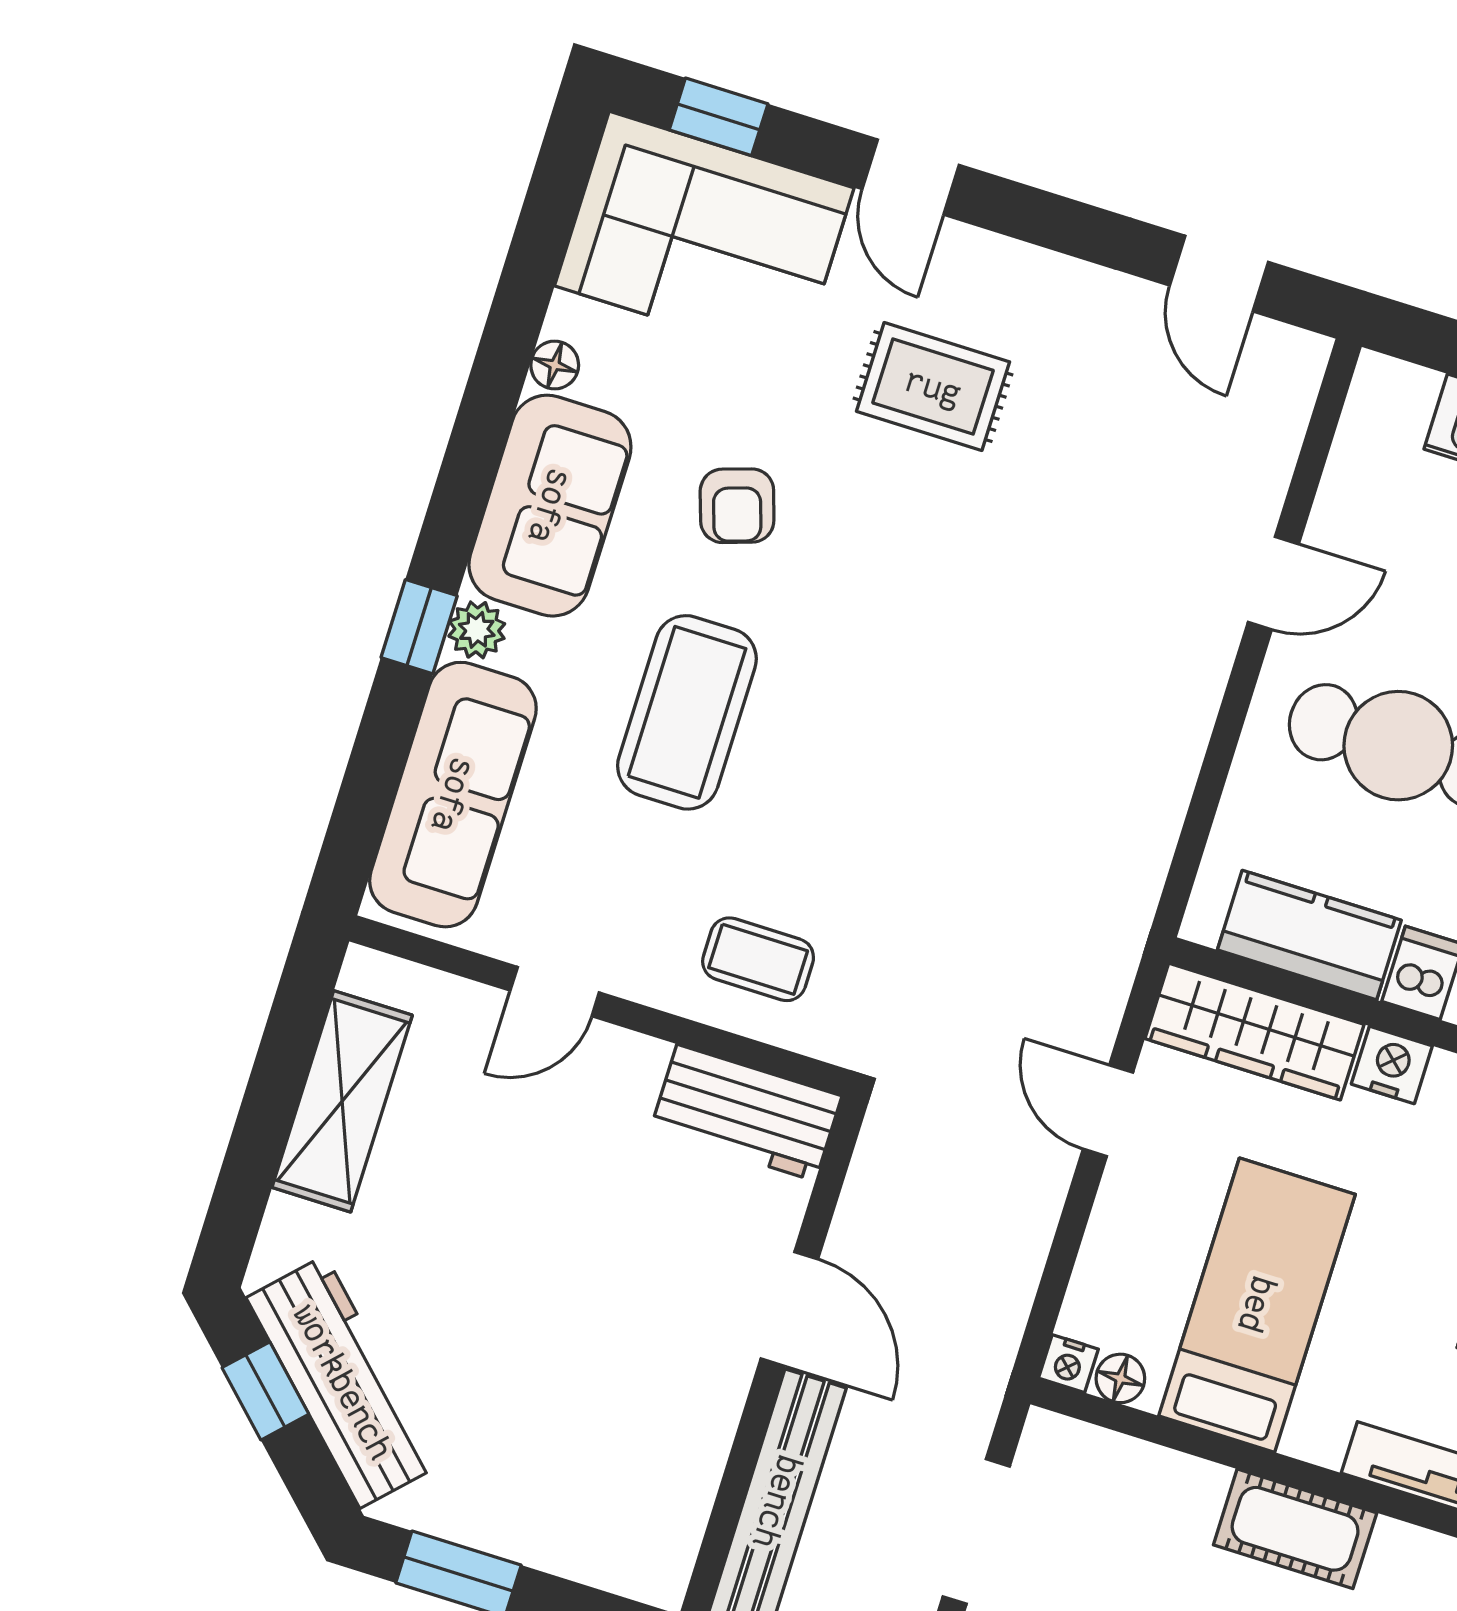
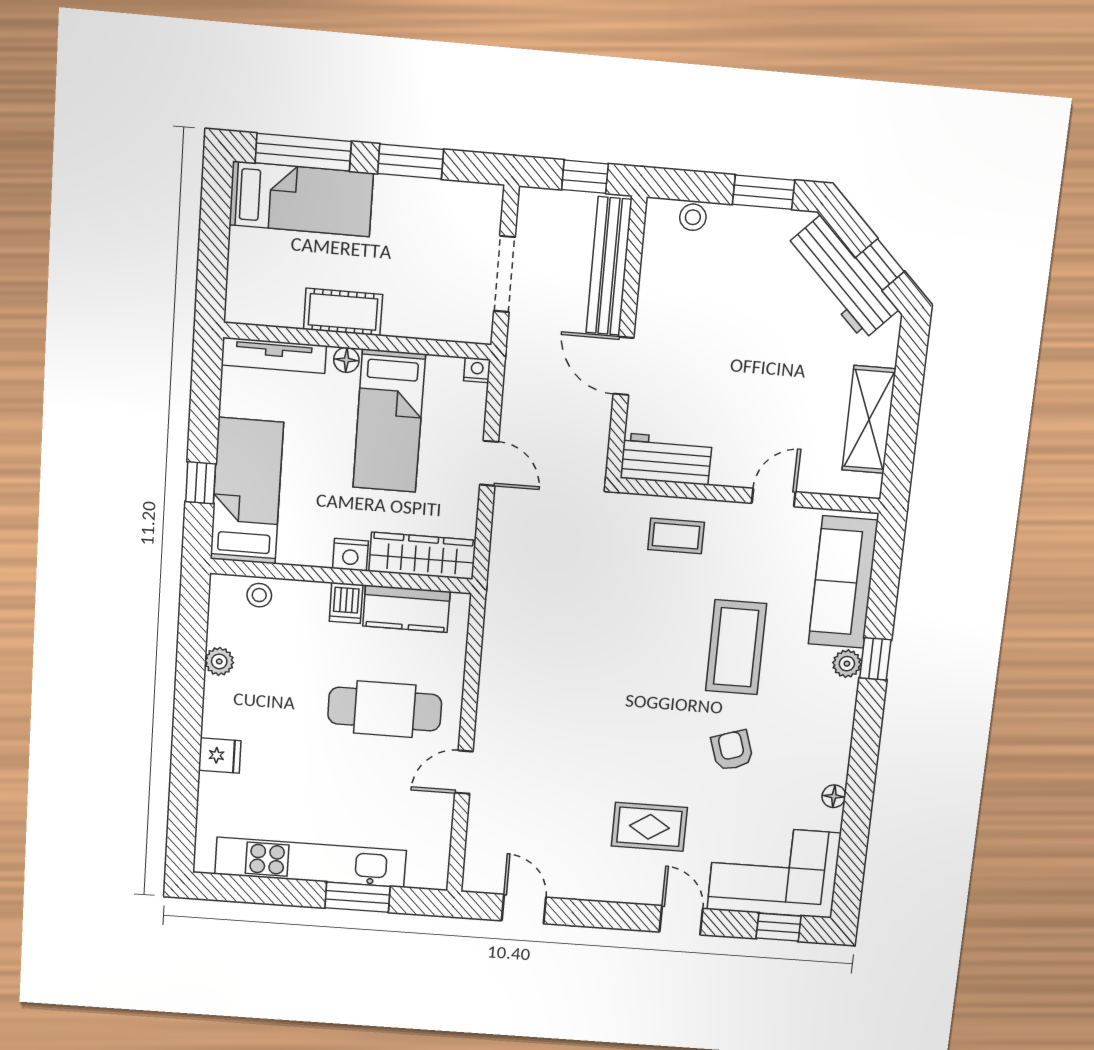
sofa: (550, 506) -> (823, 730), removed
door: (1108, 1111) -> (489, 463), moved
floor lamp: (1120, 1378) -> (346, 360), moved
stool: (600, 1557) -> (693, 217), added

